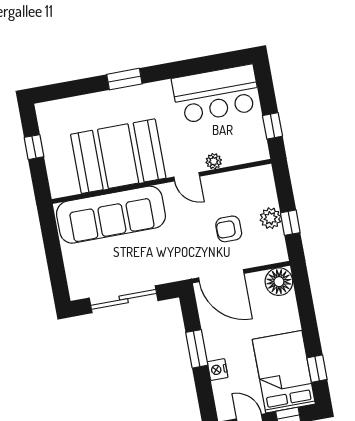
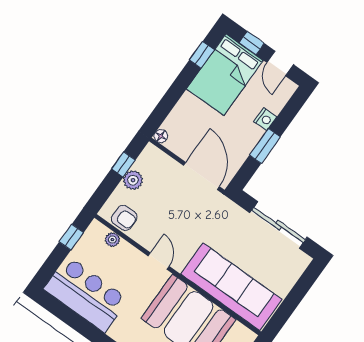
plant: (214, 161) -> (112, 240), moved
armchair: (229, 229) -> (124, 218), moved
floor lamp: (279, 282) -> (161, 136), width x0.53, depth x0.53

